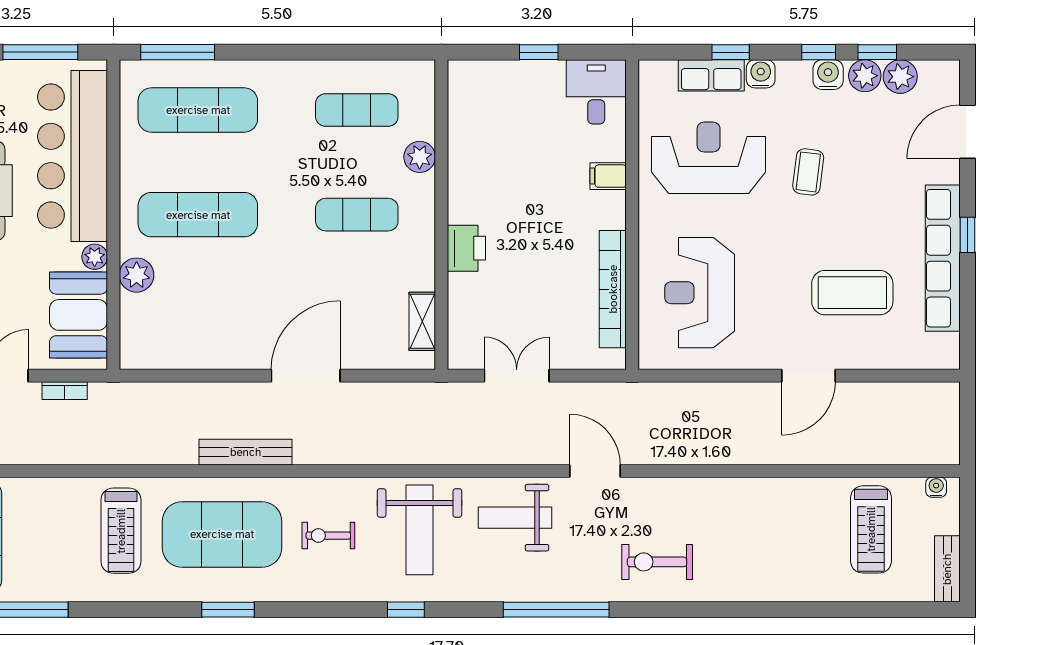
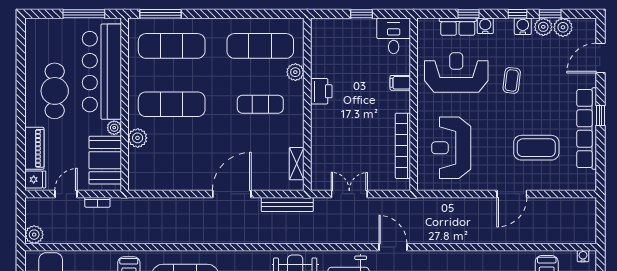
exercise mat: (357, 110) -> (260, 46), width x1.36, depth x1.45
printer: (466, 248) -> (321, 91), moved
bench: (246, 452) -> (287, 205), moved

